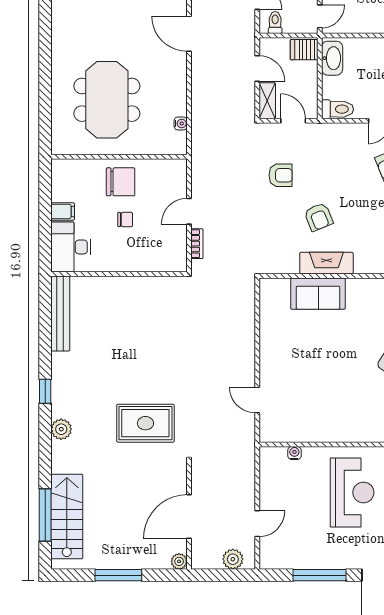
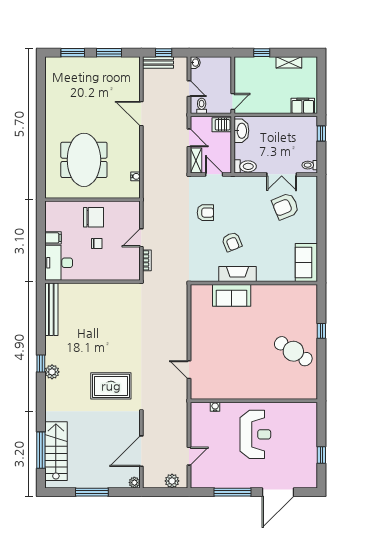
plant: (61, 429) -> (52, 372), moved

